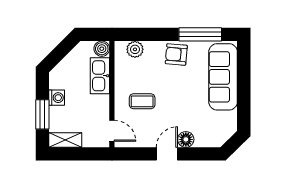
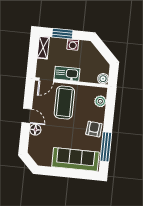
kitchen sink: (100, 76) -> (67, 74), moved
coffee table: (142, 101) -> (64, 103), width x1.86, depth x1.72

